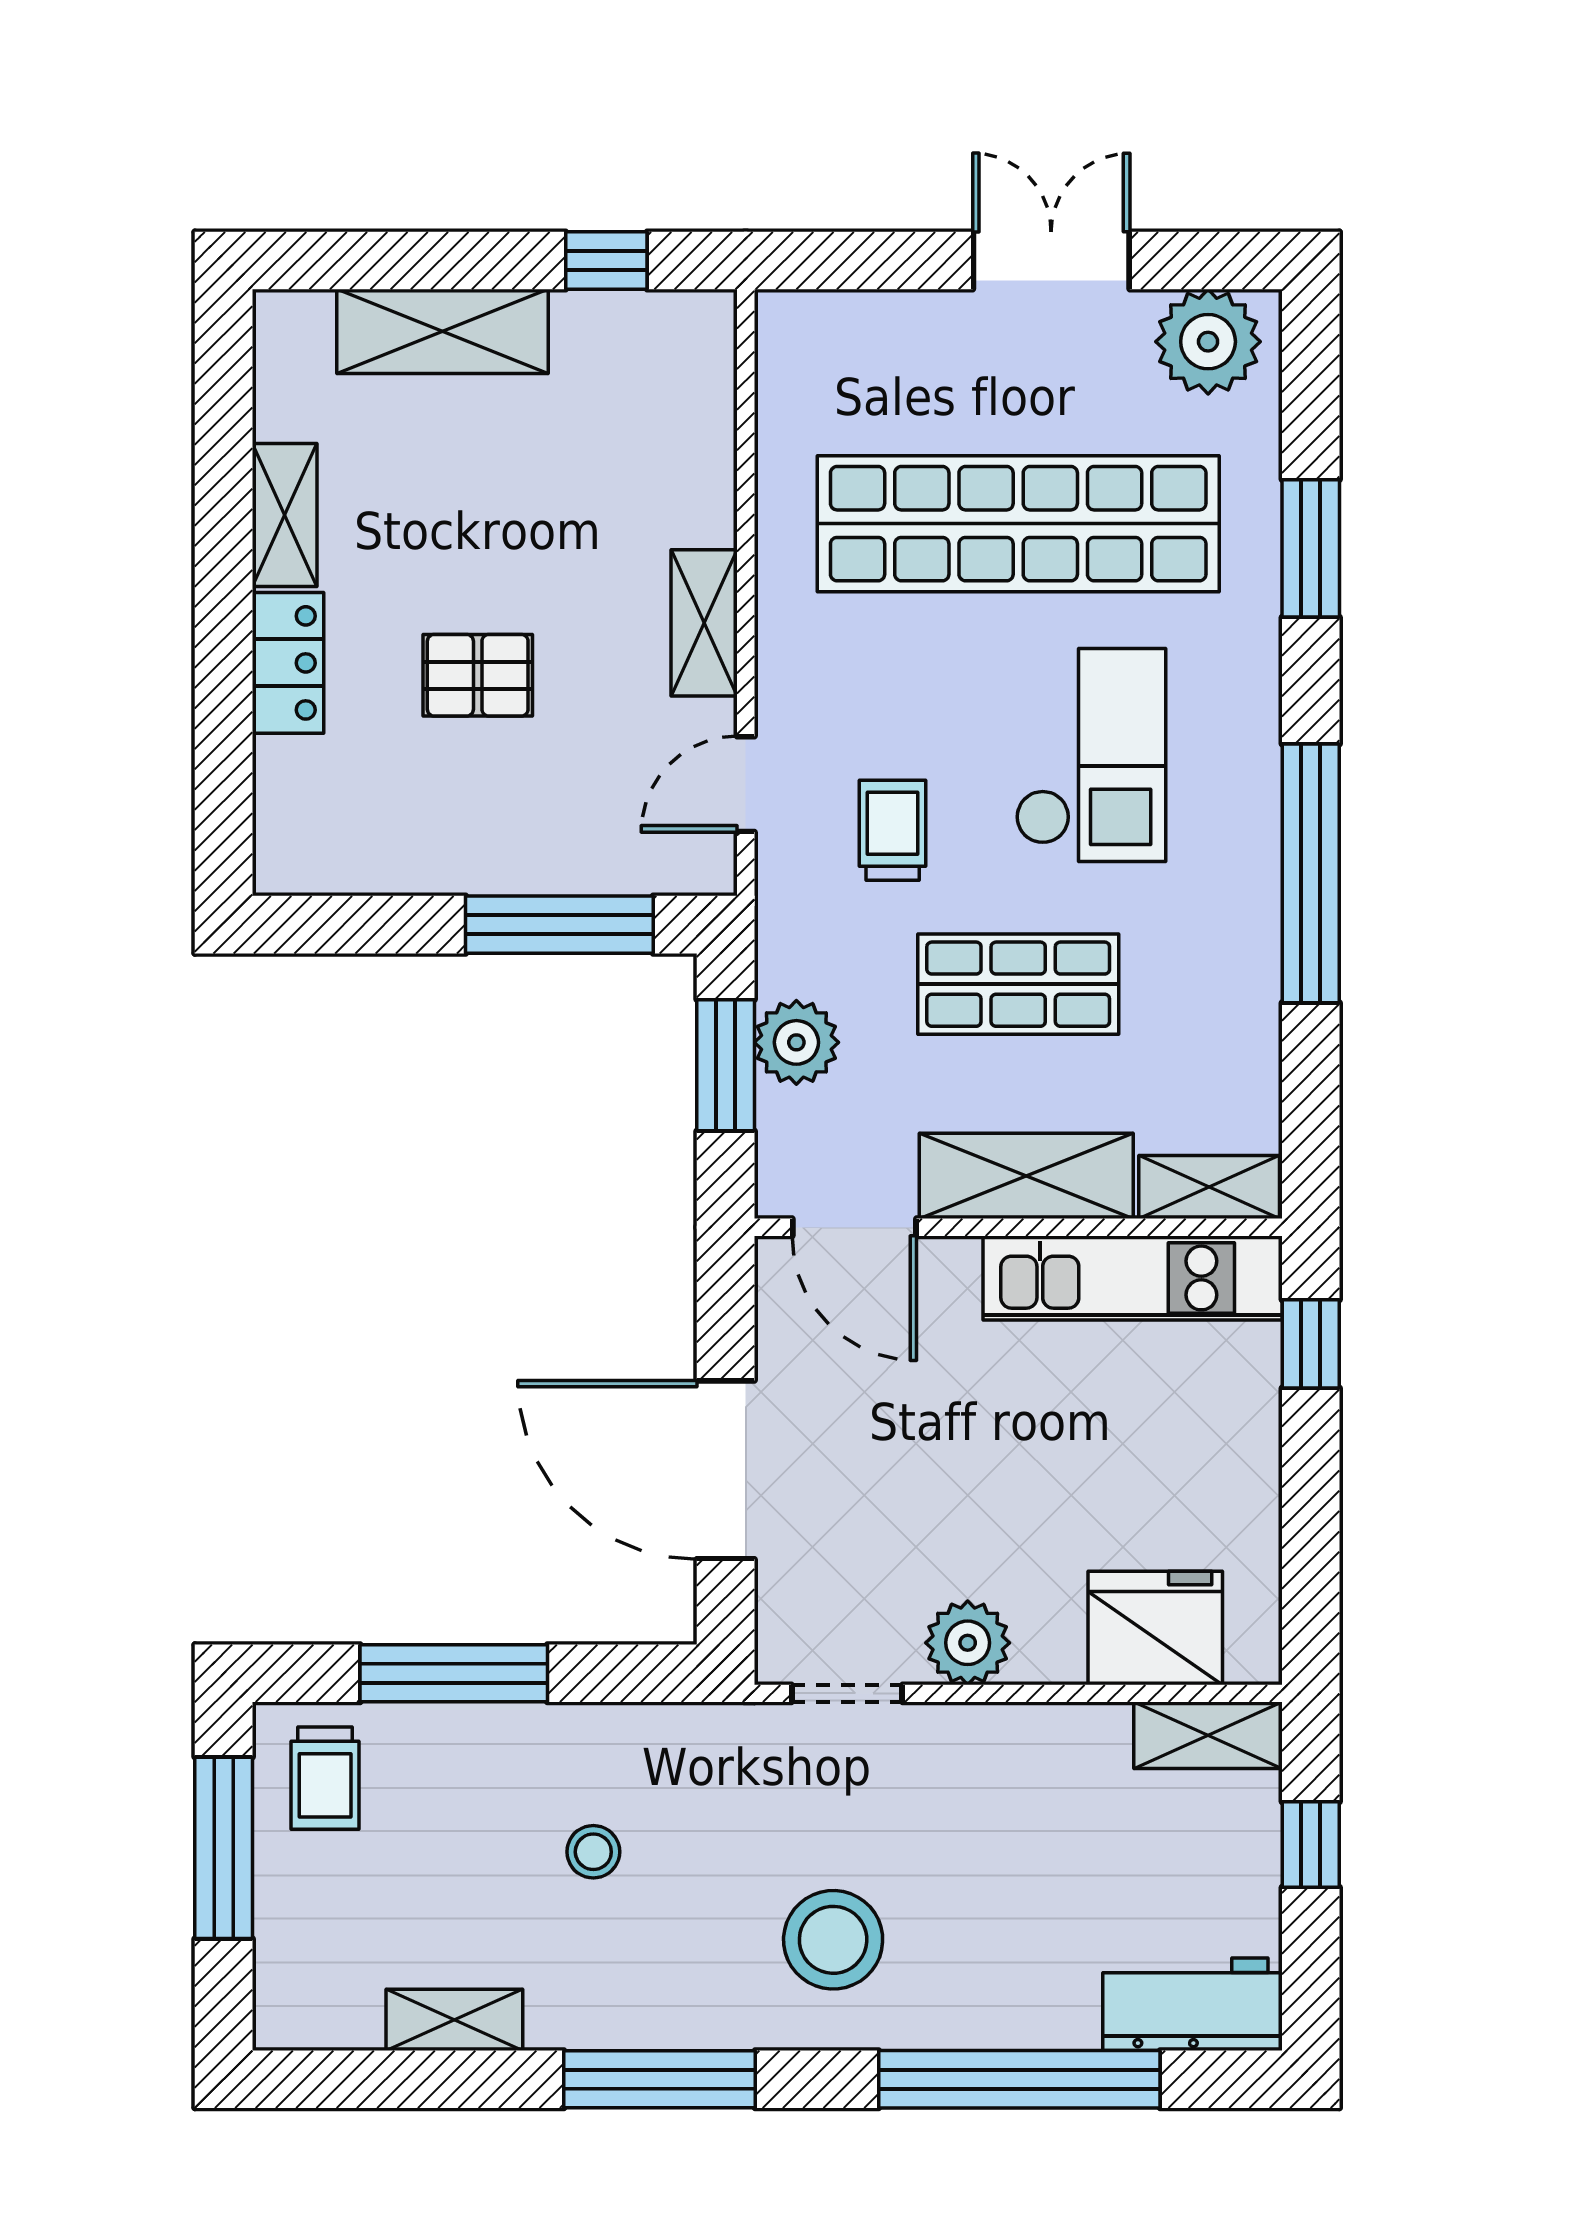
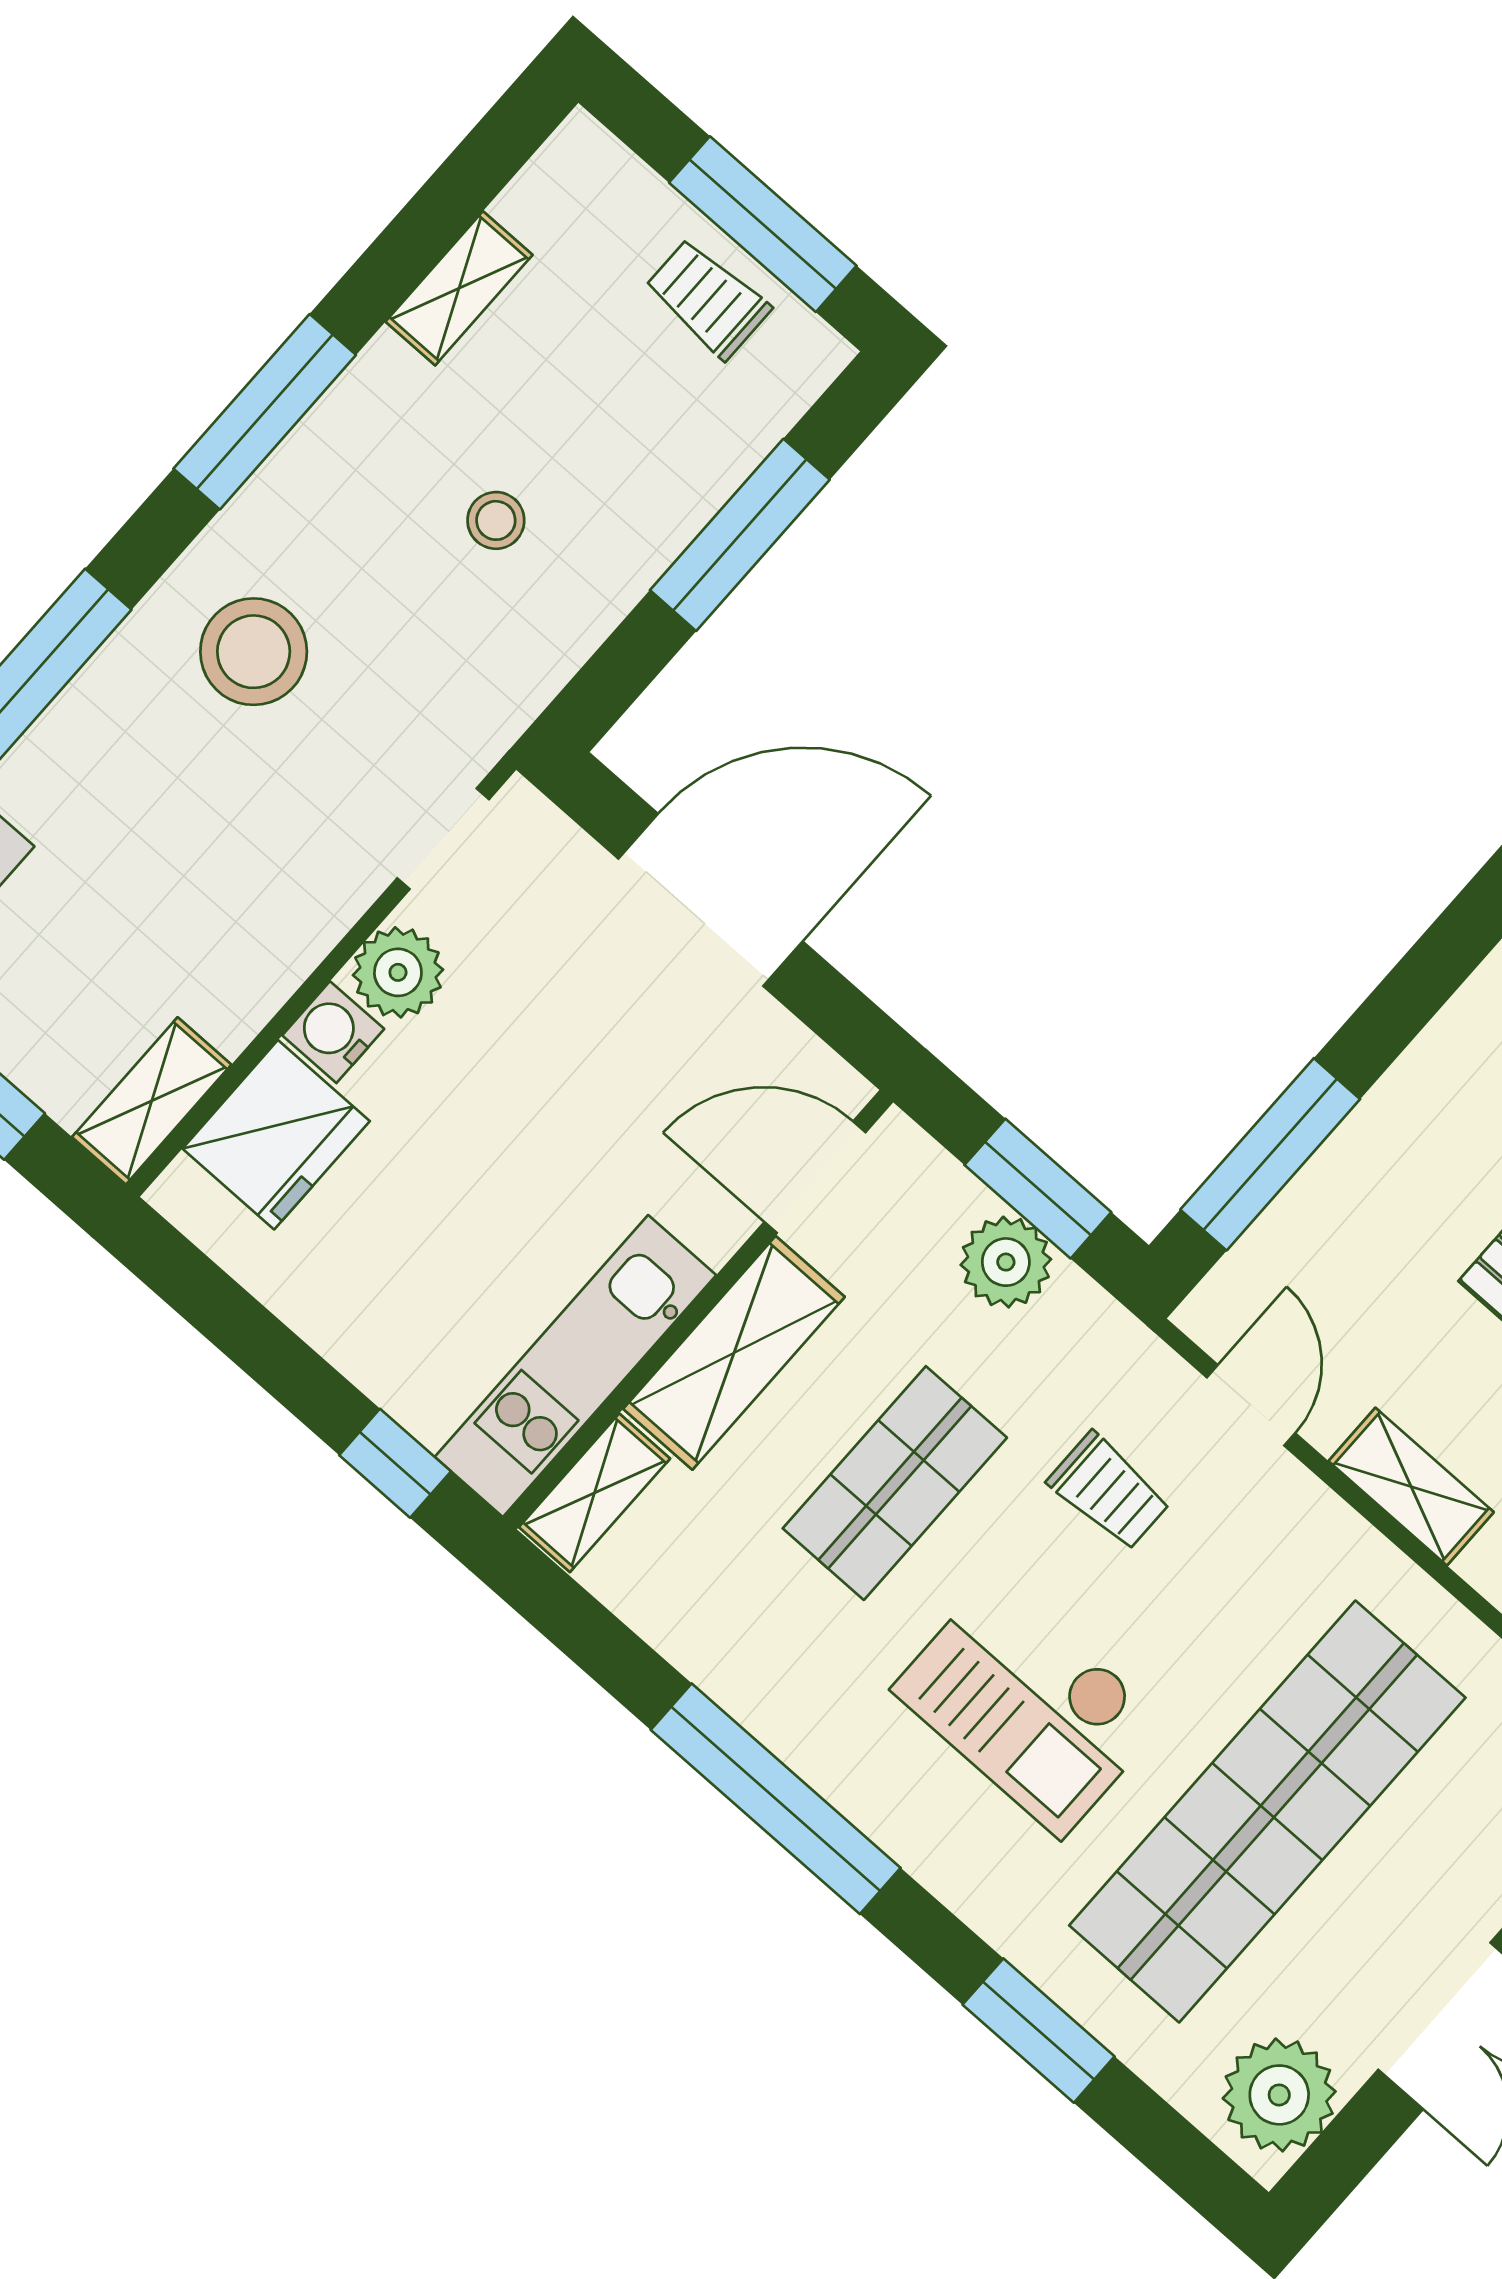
water cooler: (1049, 1651) -> (333, 1032), added
trolley: (325, 1778) -> (708, 299), moved

